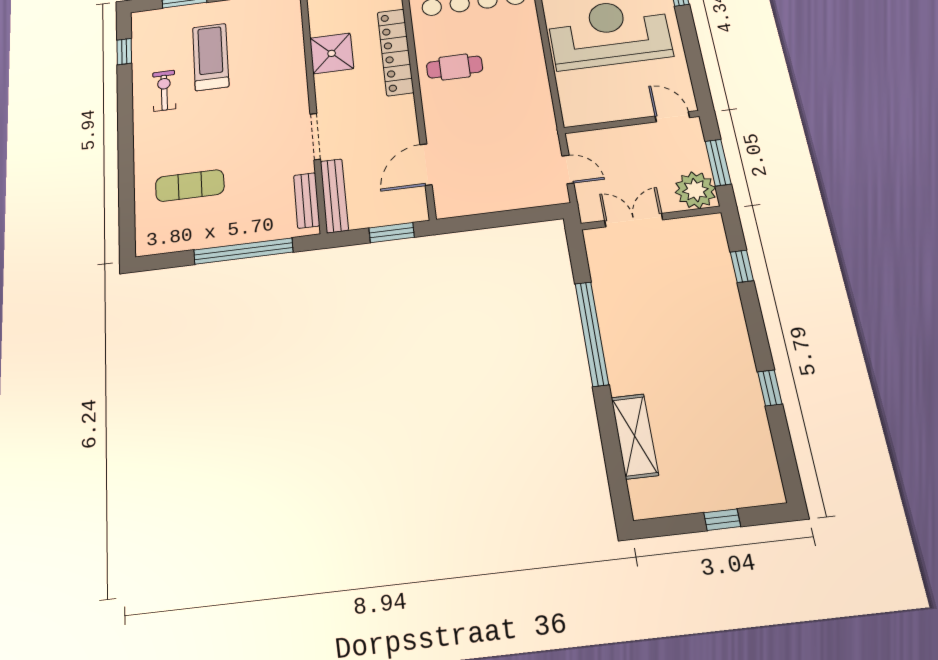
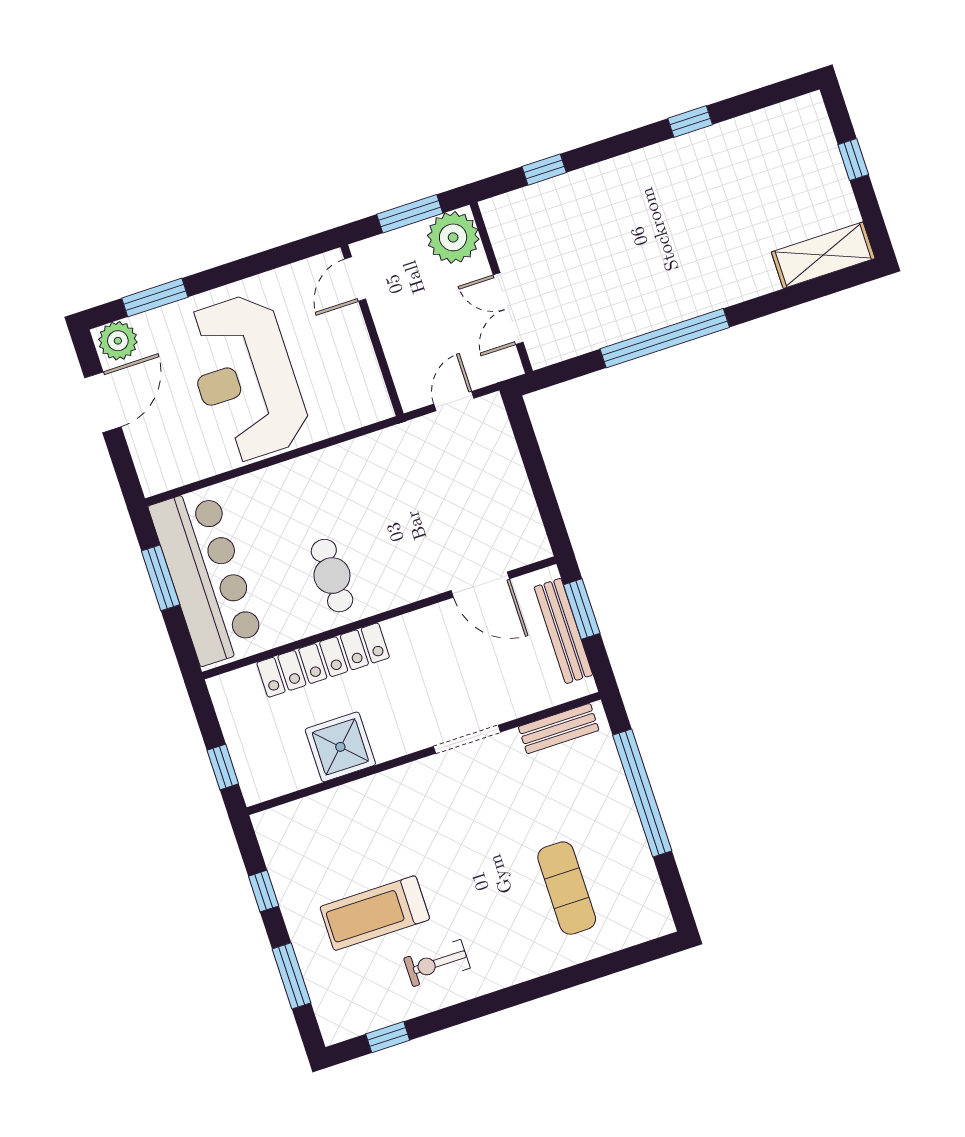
bench: (334, 196) -> (563, 631), moved, turned 90
shelving: (635, 436) -> (823, 255), moved

